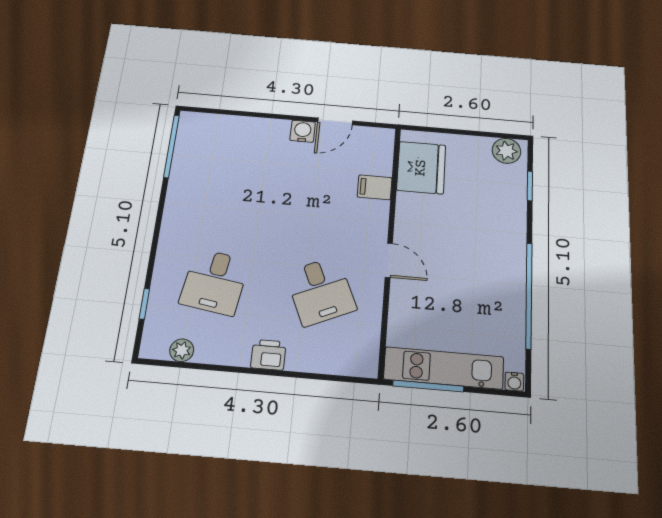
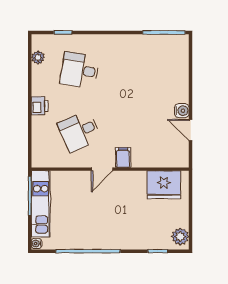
filing cabinet: (375, 187) -> (123, 158), moved

